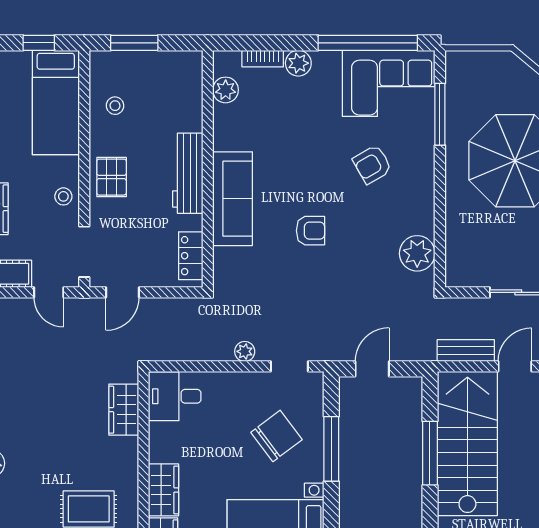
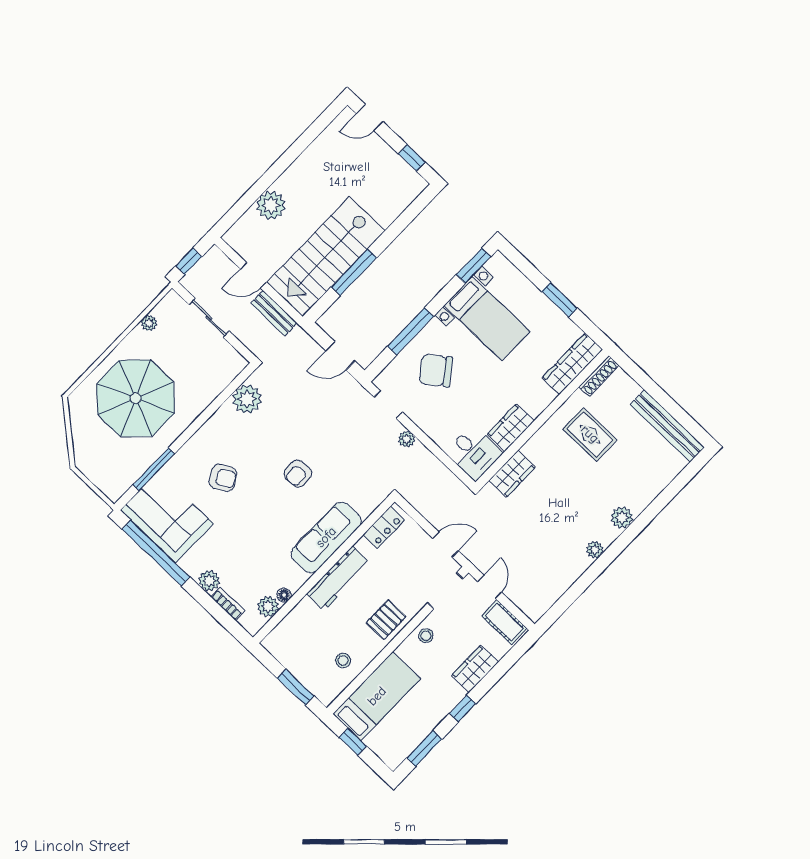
floor lamp: (221, 113) -> (284, 595), added
armchair: (311, 231) -> (298, 474), turned -94
wardrobe: (163, 490) -> (511, 428), moved

